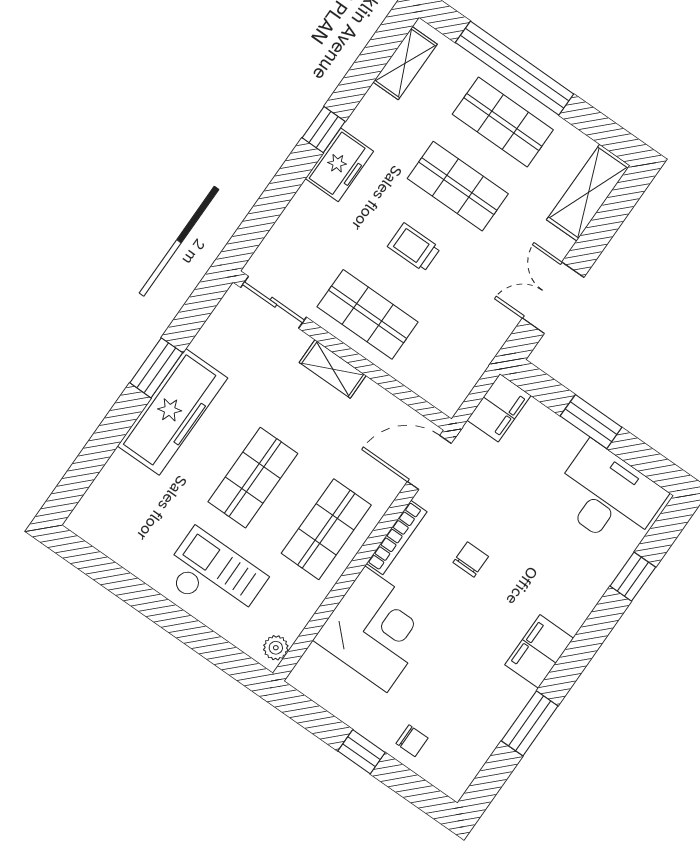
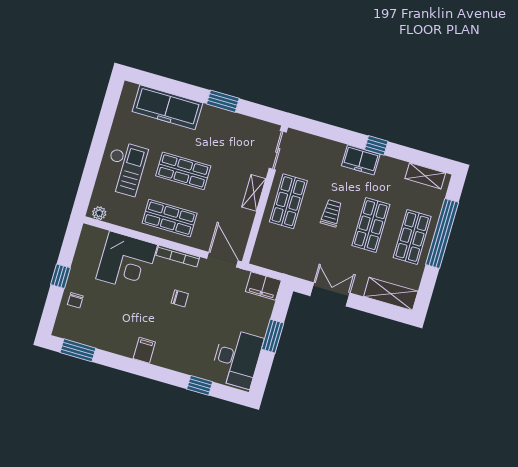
freezer: (173, 412) -> (167, 107), moved
filing cabinet: (539, 651) -> (144, 350), width x0.50
window: (530, 723) -> (78, 350), moved

